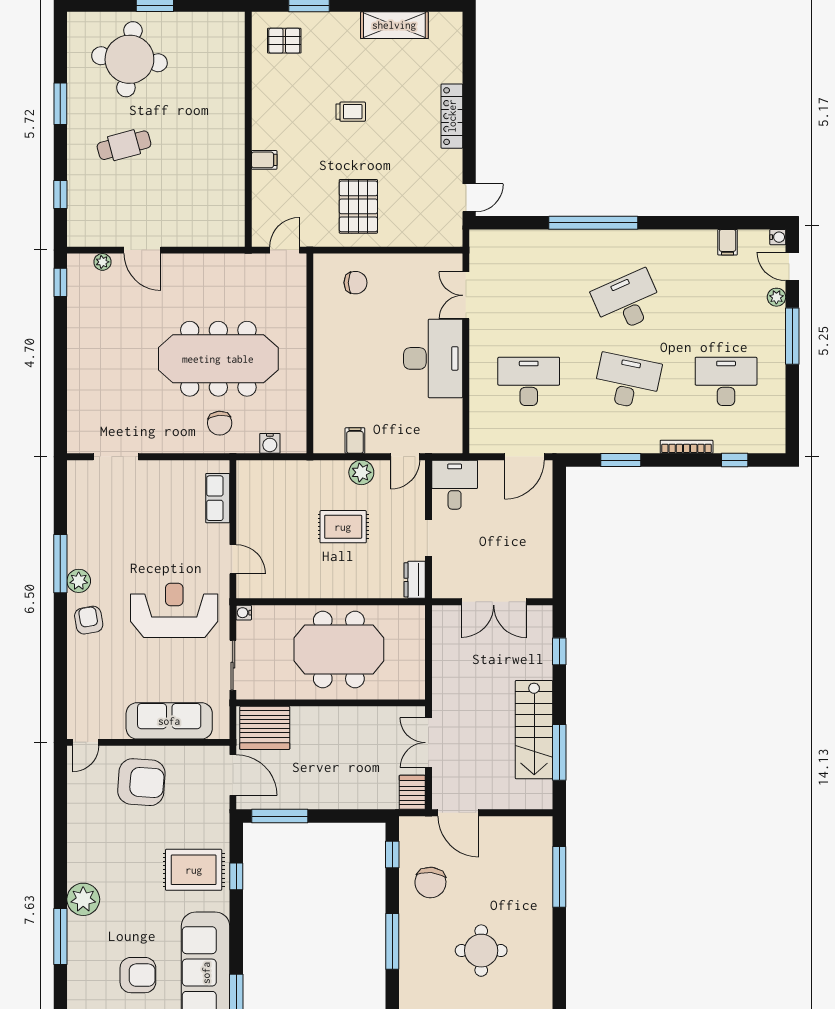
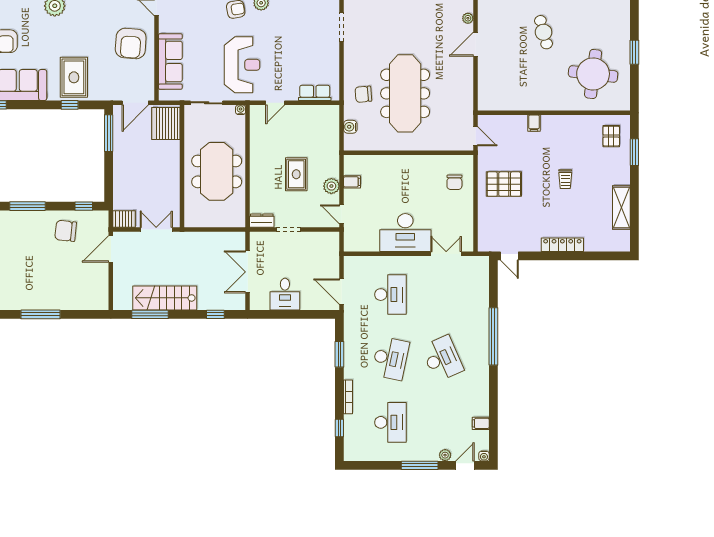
round table: (129, 59) -> (593, 74), moved
desk: (455, 485) -> (285, 294), moved, turned 90
window: (559, 877) -> (40, 314), moved
round table: (481, 951) -> (22, 264), removed

